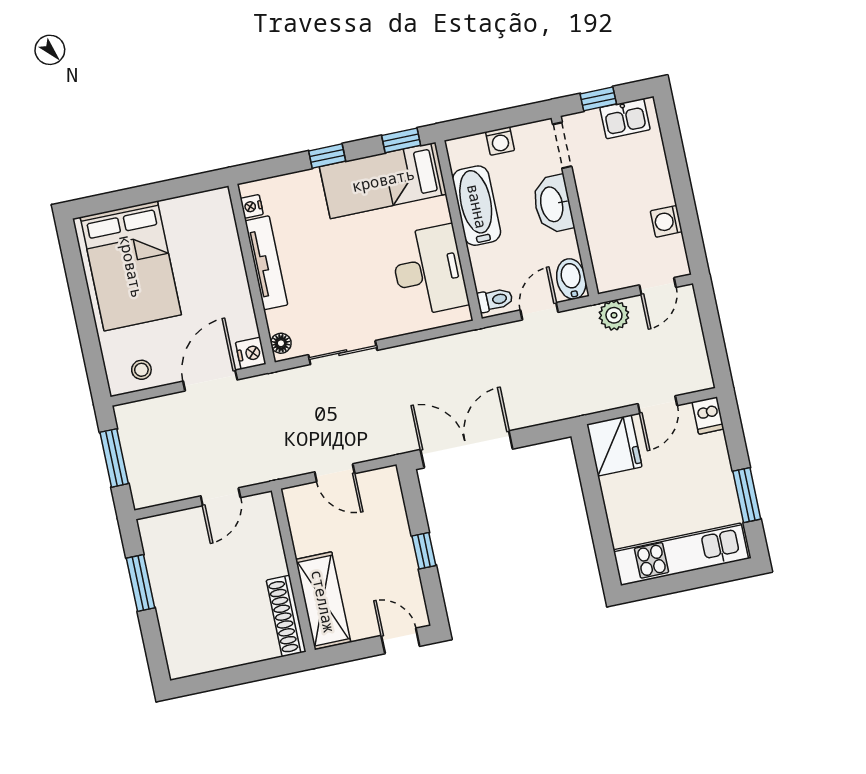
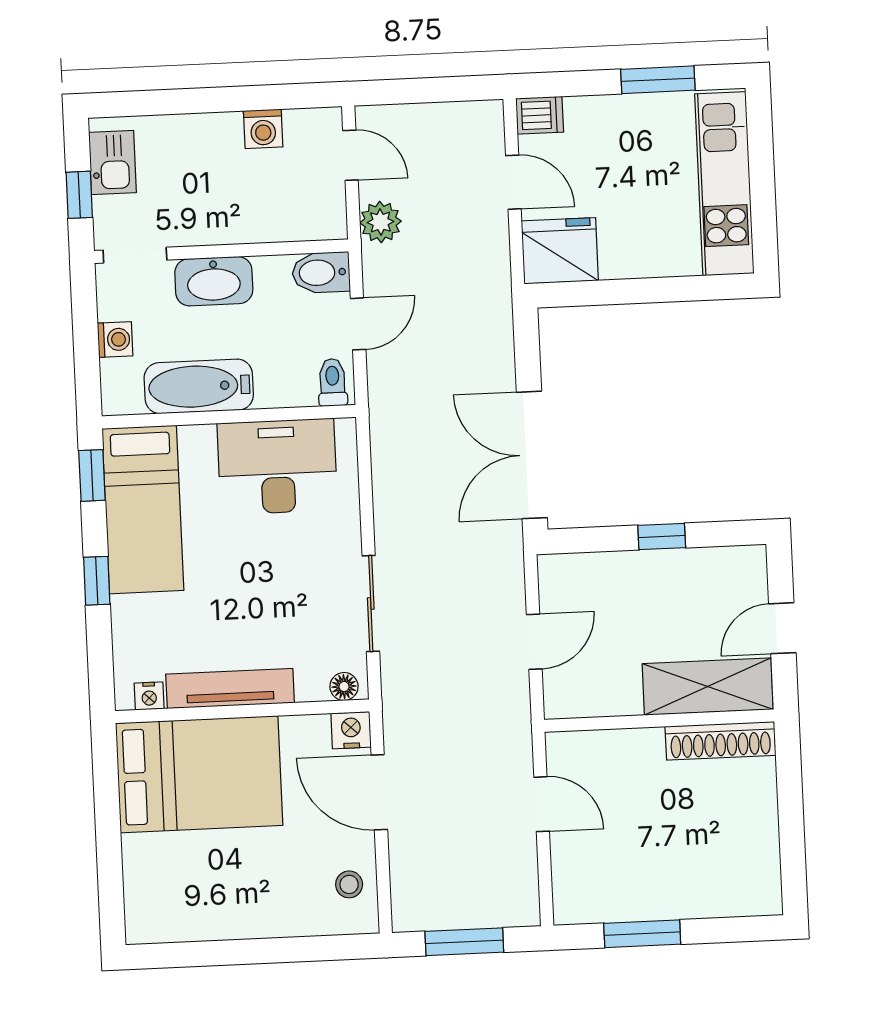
bed: (131, 266) -> (199, 774), moved
door: (539, 311) -> (358, 324), swing flipped
door: (400, 641) -> (782, 628), moved

